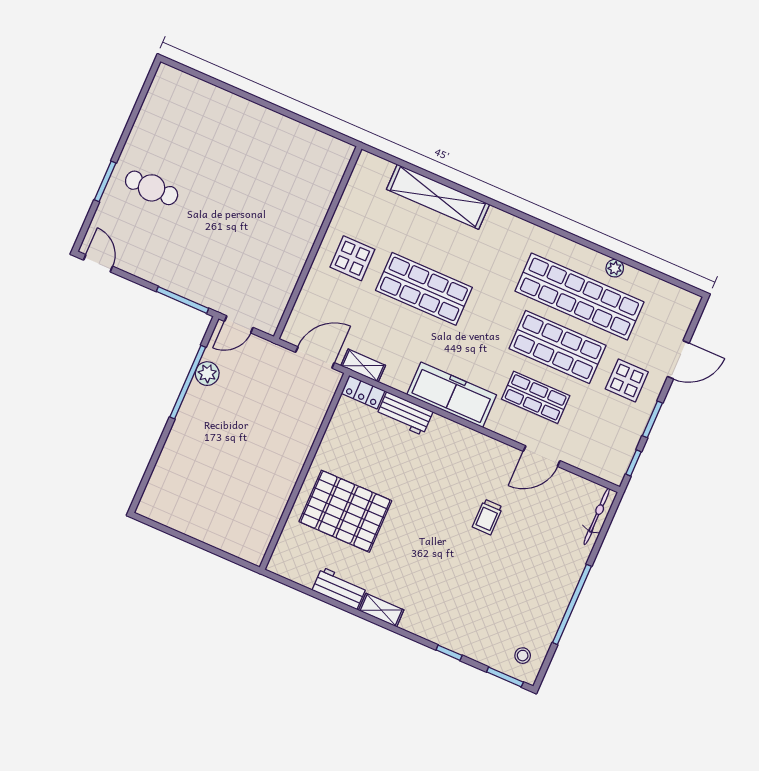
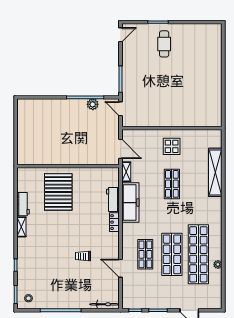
shop shelf: (424, 289) -> (172, 184), width x0.70, depth x0.74
display table: (627, 380) -> (170, 291), removed
locker: (363, 392) -> (114, 222), moved
freezer: (452, 395) -> (130, 203), moved

